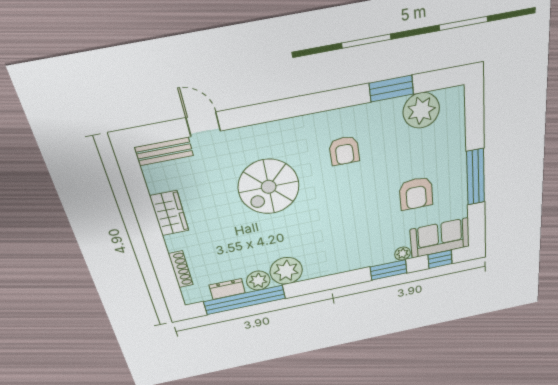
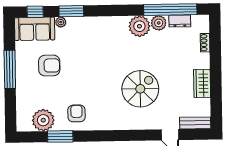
armchair: (344, 151) -> (76, 113), moved
armchair: (416, 193) -> (49, 66), turned 90
shoe rack: (181, 269) -> (205, 43), width x0.70

